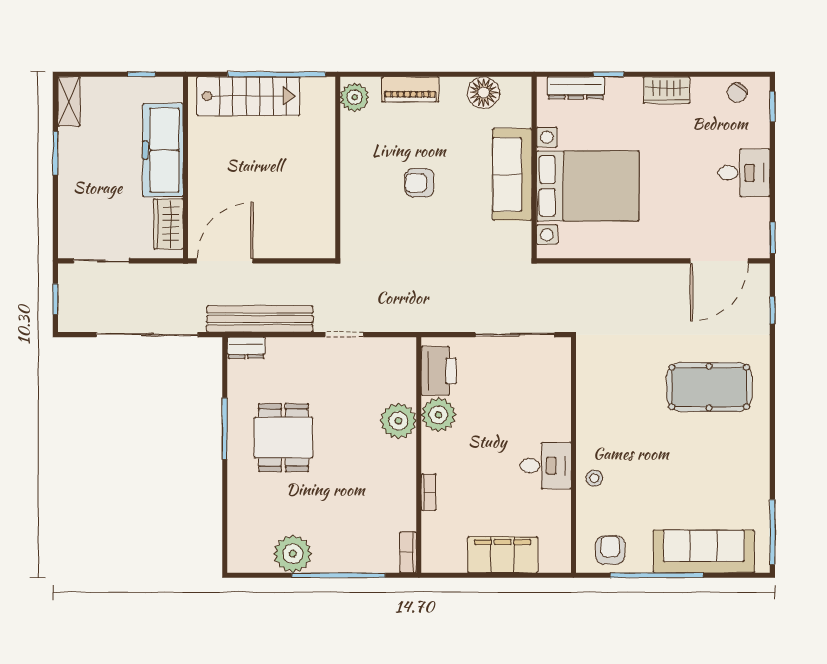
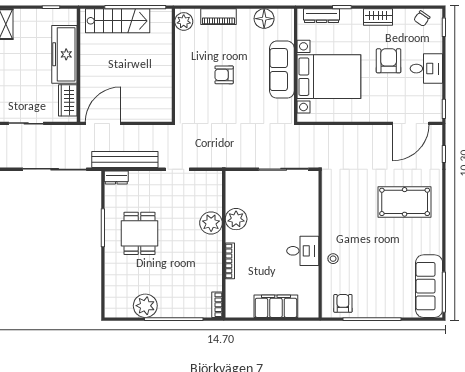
armchair: (683, 160) -> (389, 61), added
printer: (439, 371) -> (236, 192), removed
bookcase: (429, 492) -> (230, 261), width x1.56
sofa: (704, 551) -> (429, 286), moved, turned -90

